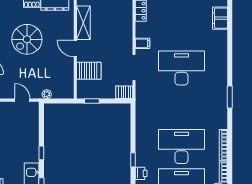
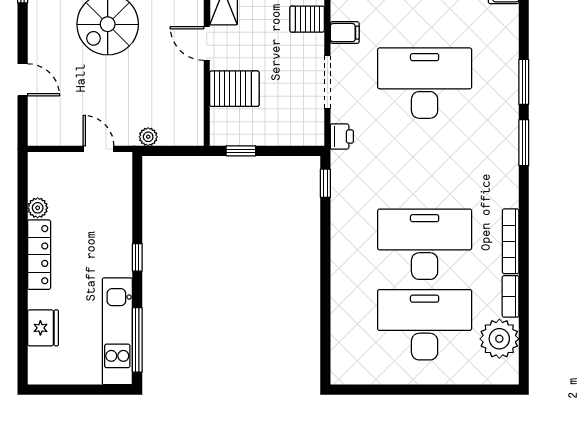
window: (230, 67) -> (524, 82), added
server rack: (124, 92) -> (307, 19), moved
window: (133, 160) -> (325, 183), moved
printer: (141, 173) -> (342, 137), moved

